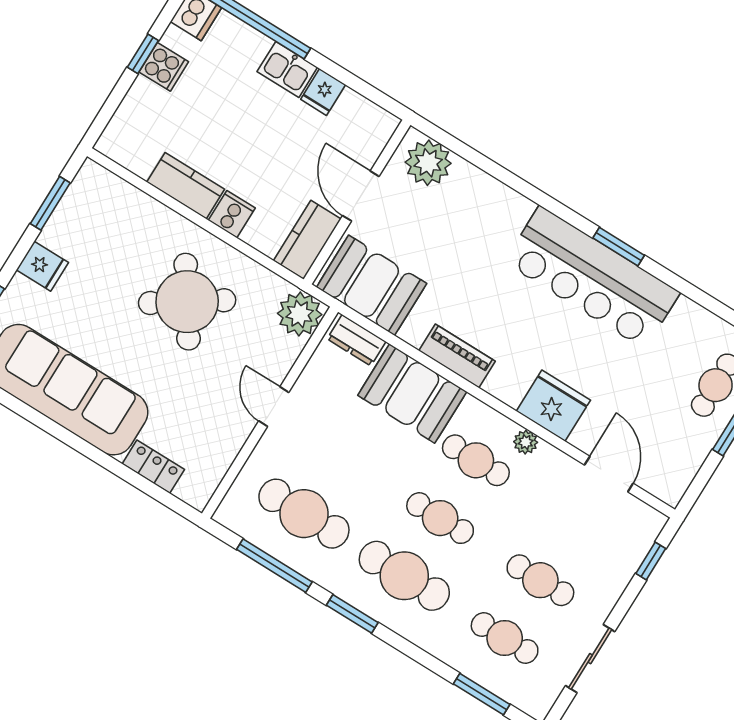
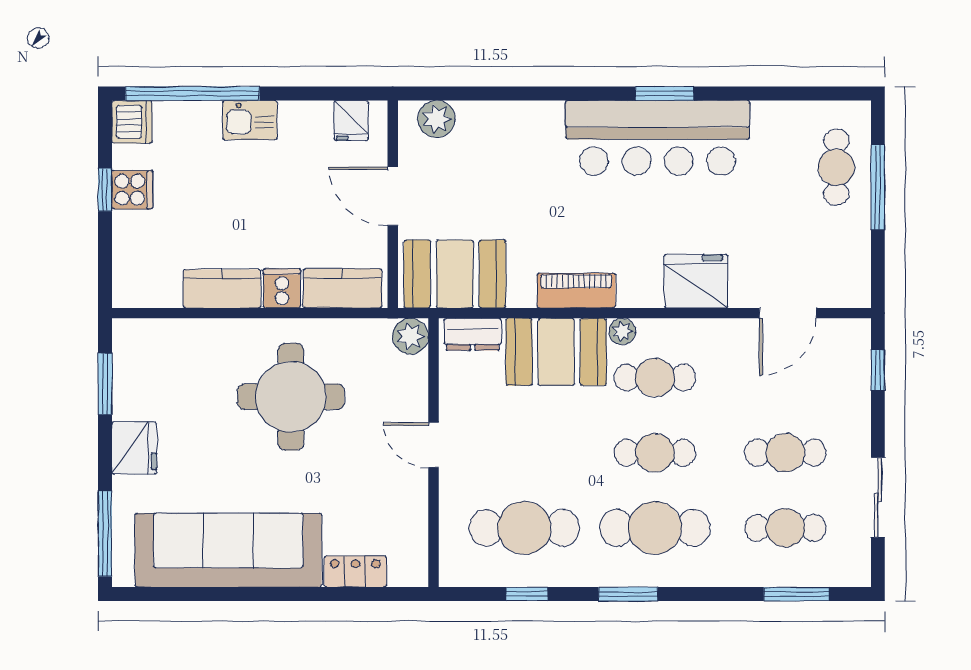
fridge: (323, 92) -> (351, 120), moved
plant: (428, 163) -> (437, 119), width x0.73, depth x0.73
kitchen counter: (307, 240) -> (343, 288), moved, turned 90
fridge: (42, 266) -> (134, 448), width x1.38
round table: (187, 302) -> (291, 397), turned 34
plant: (300, 314) -> (410, 336), width x0.73, depth x0.73
plant: (526, 442) -> (622, 331), moved
door: (609, 474) -> (788, 313), swing flipped
window: (274, 566) -> (527, 594), width x0.46

